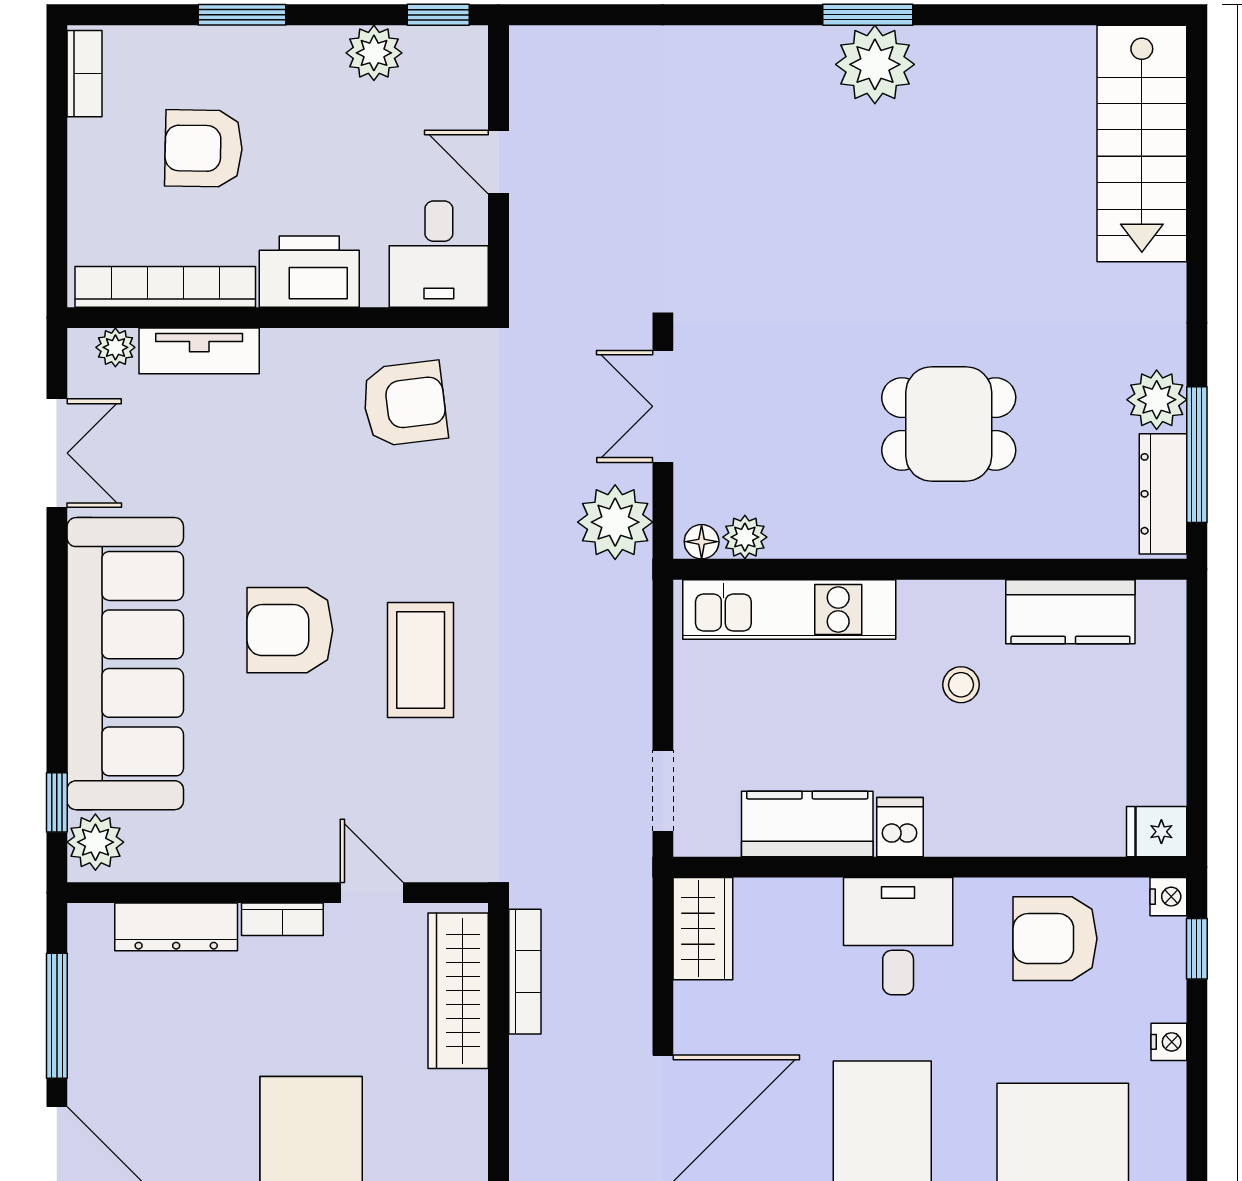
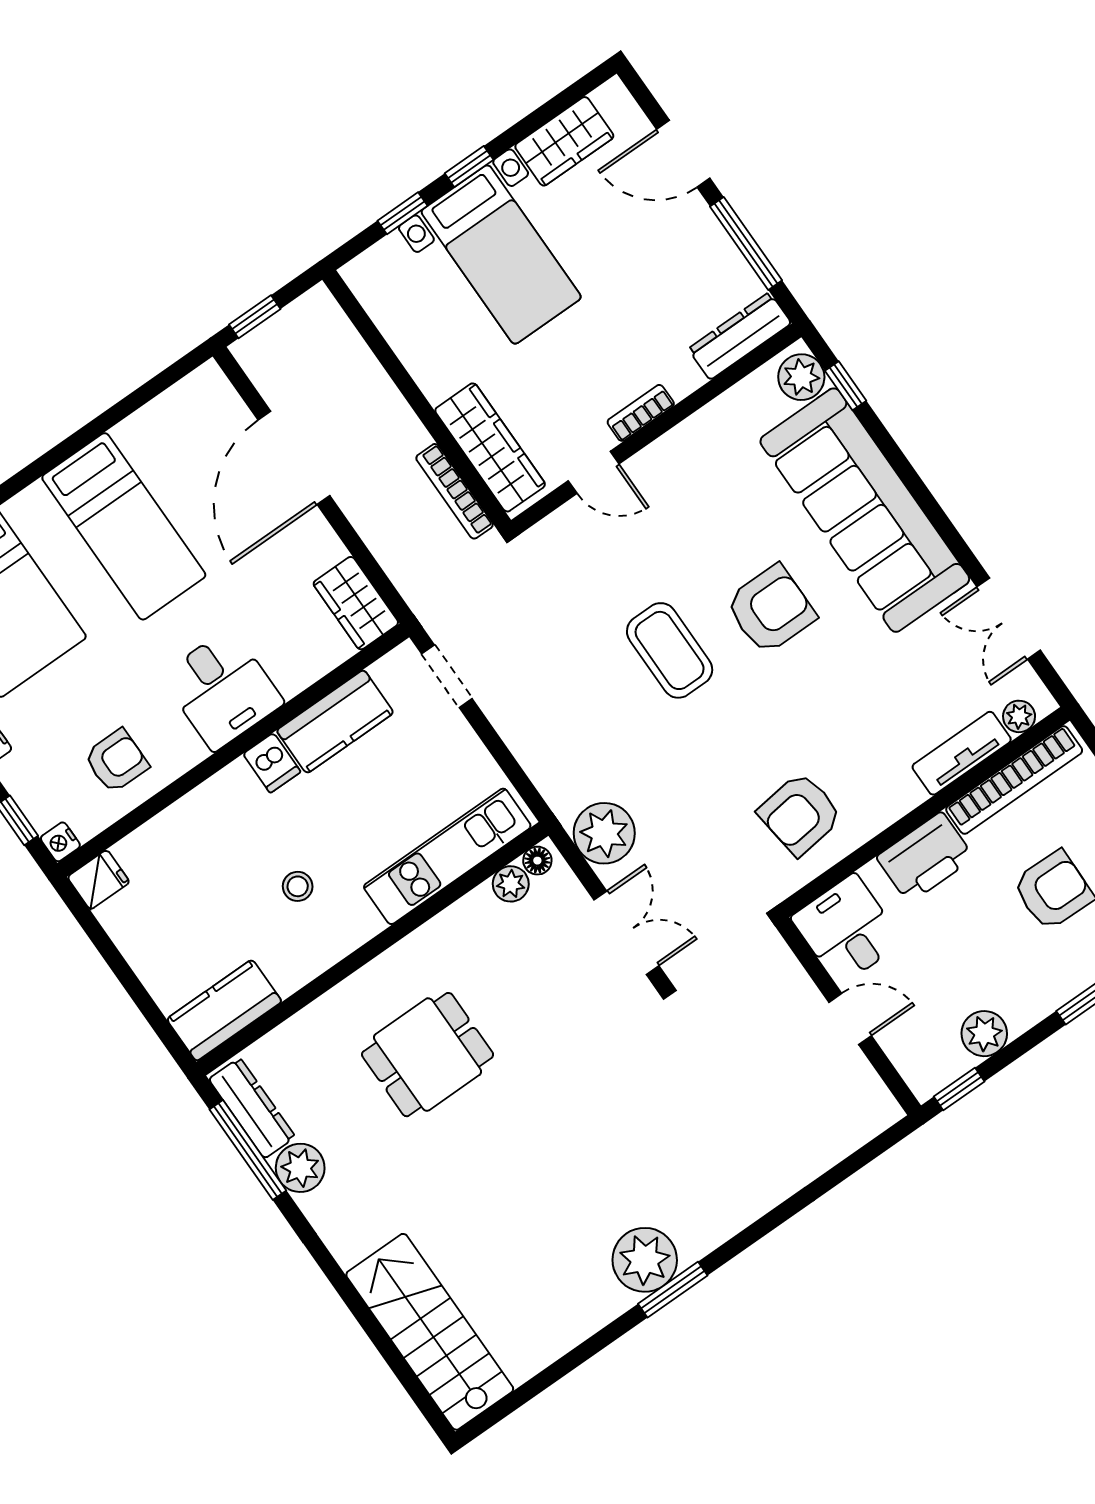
kitchen counter: (1070, 612) -> (224, 1010), moved
dresser: (176, 927) -> (740, 336), moved
armchair: (1055, 939) -> (116, 761), width x0.72, depth x0.72

